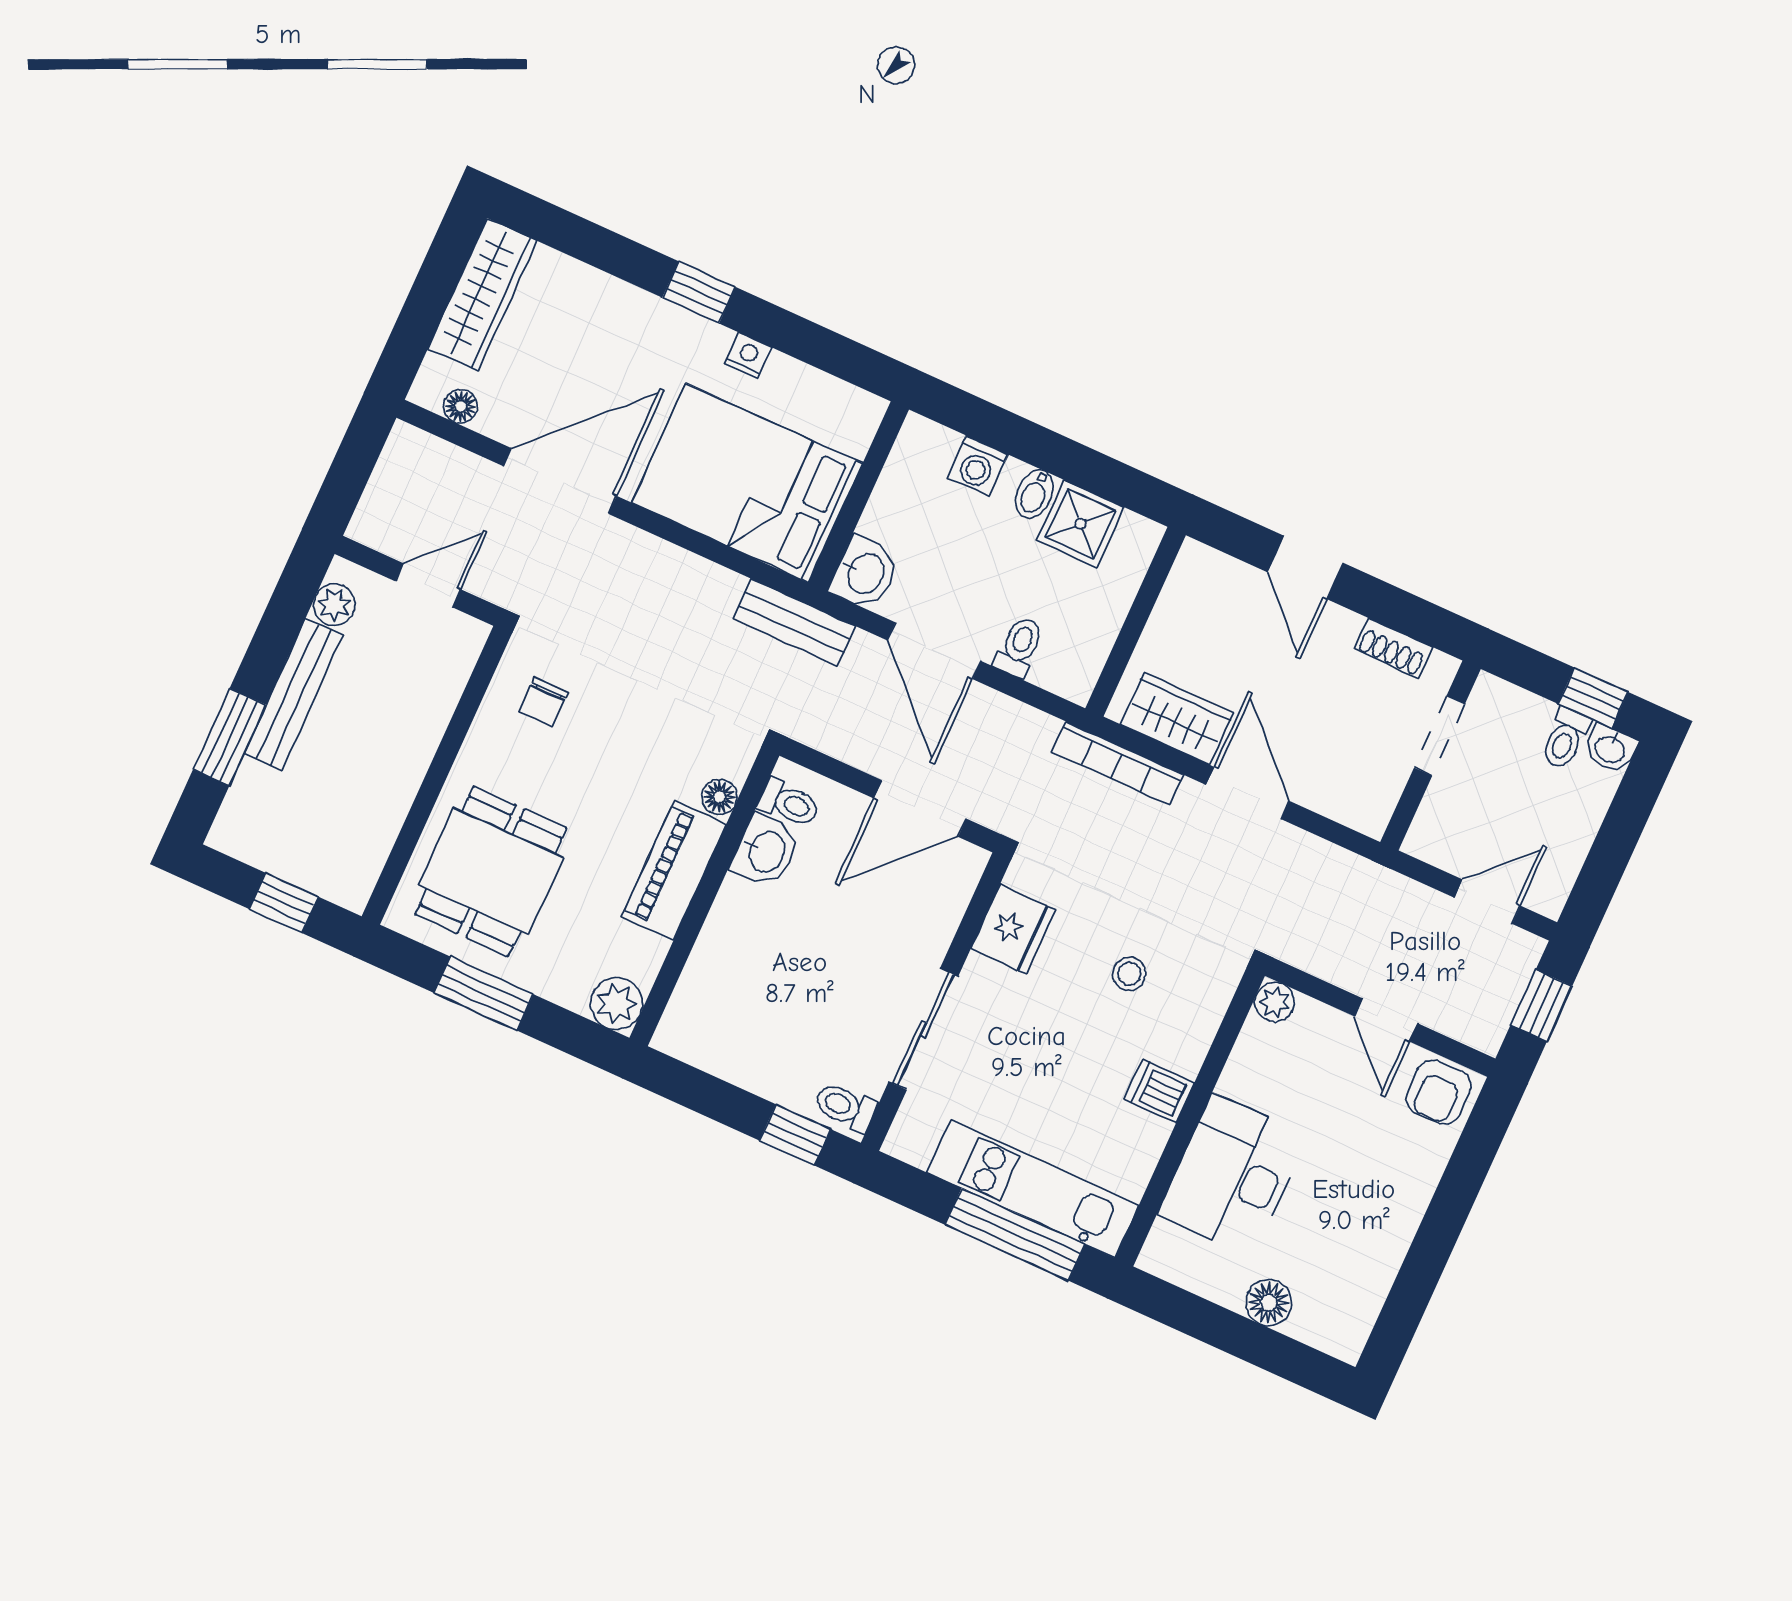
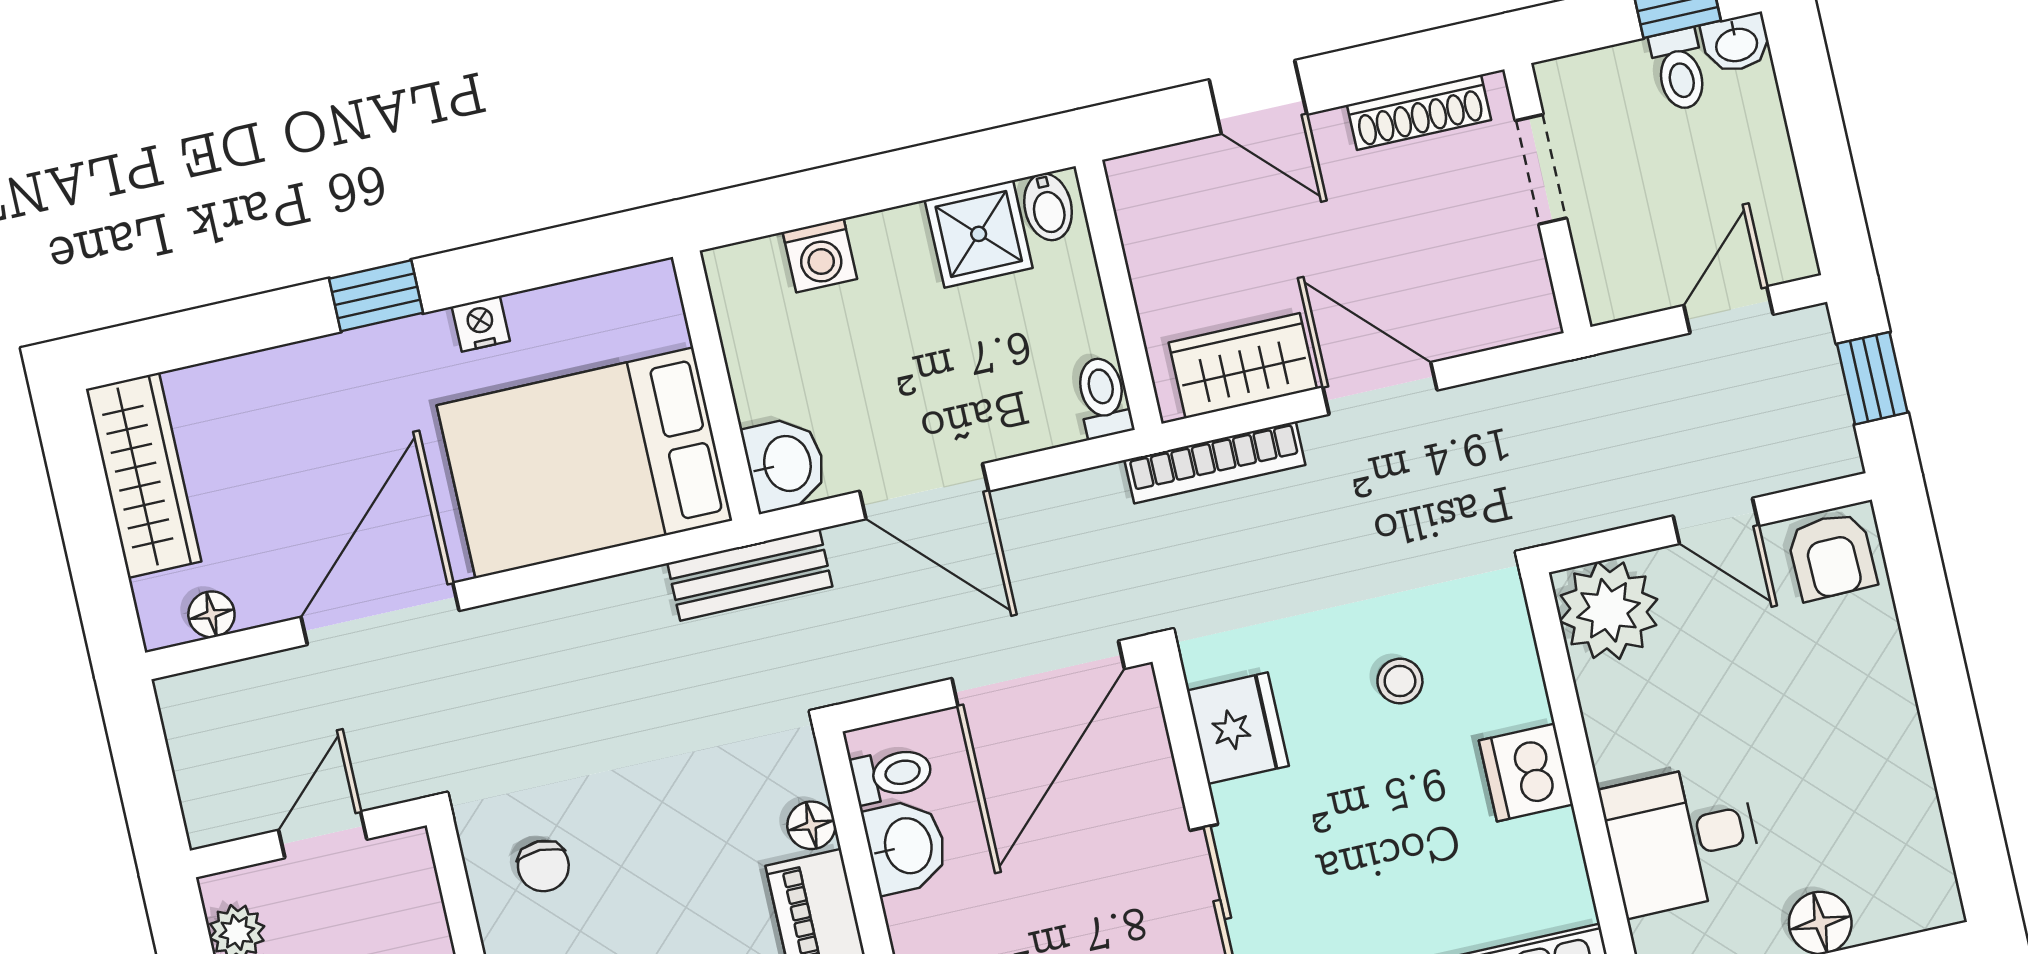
bidet: (1034, 494) -> (1048, 207), moved
toilet: (1019, 647) -> (1103, 397), moved
shoe rack: (1393, 648) -> (1419, 112), width x1.43
door: (920, 808) -> (1038, 674), width x1.36
plant: (1275, 1002) -> (1608, 610), width x1.88, depth x1.88
dishwasher: (1159, 1091) -> (1526, 773), width x1.38
desk: (1233, 1175) -> (1682, 839), width x0.73

